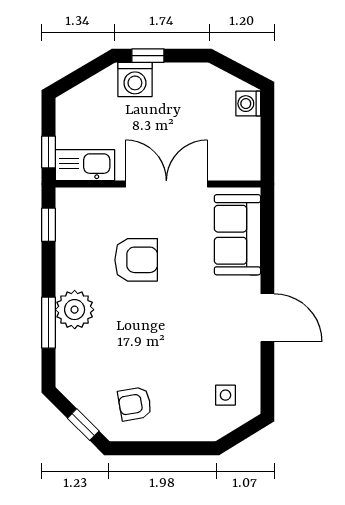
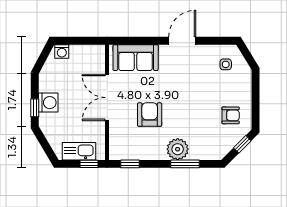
washing machine: (135, 79) -> (48, 103), moved
kitchen sink: (85, 165) -> (79, 151), moved, turned 90
armchair: (135, 404) -> (231, 115), turned -80

